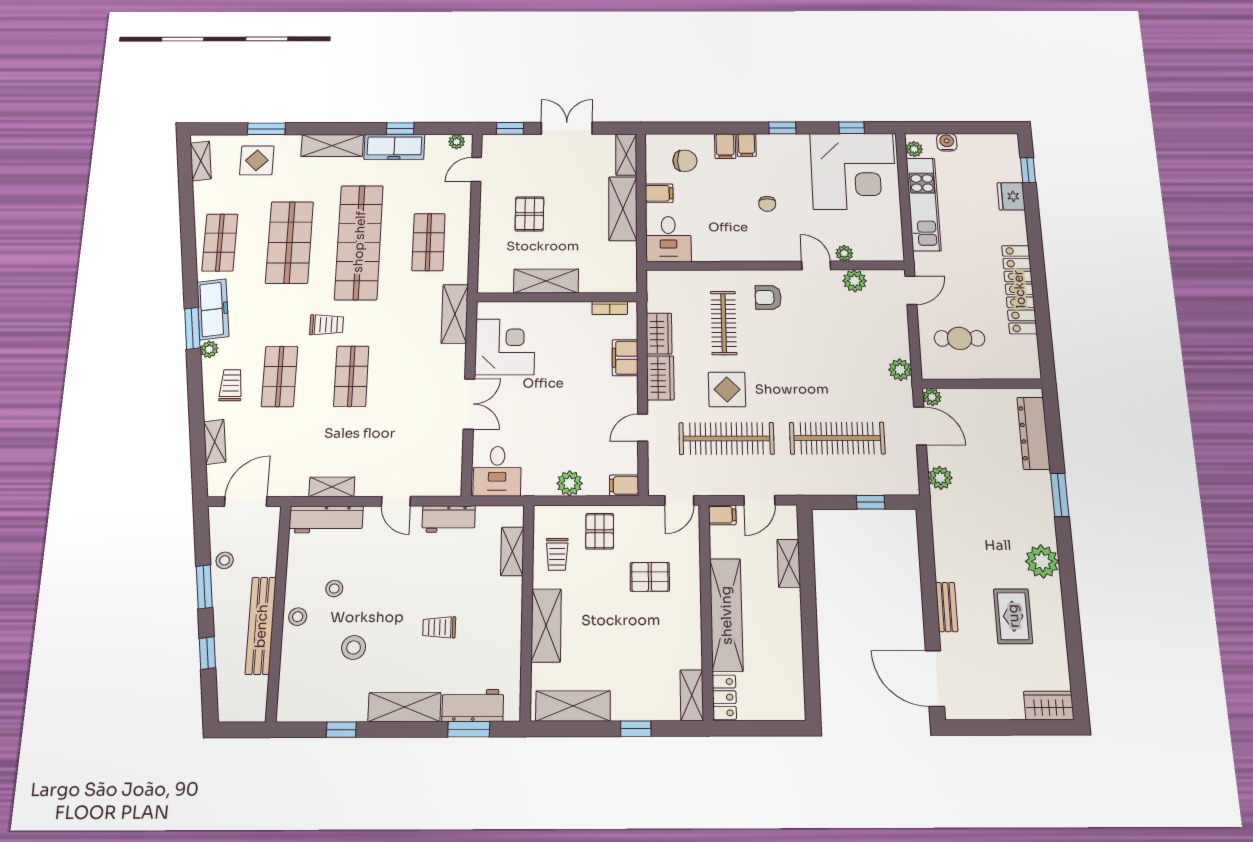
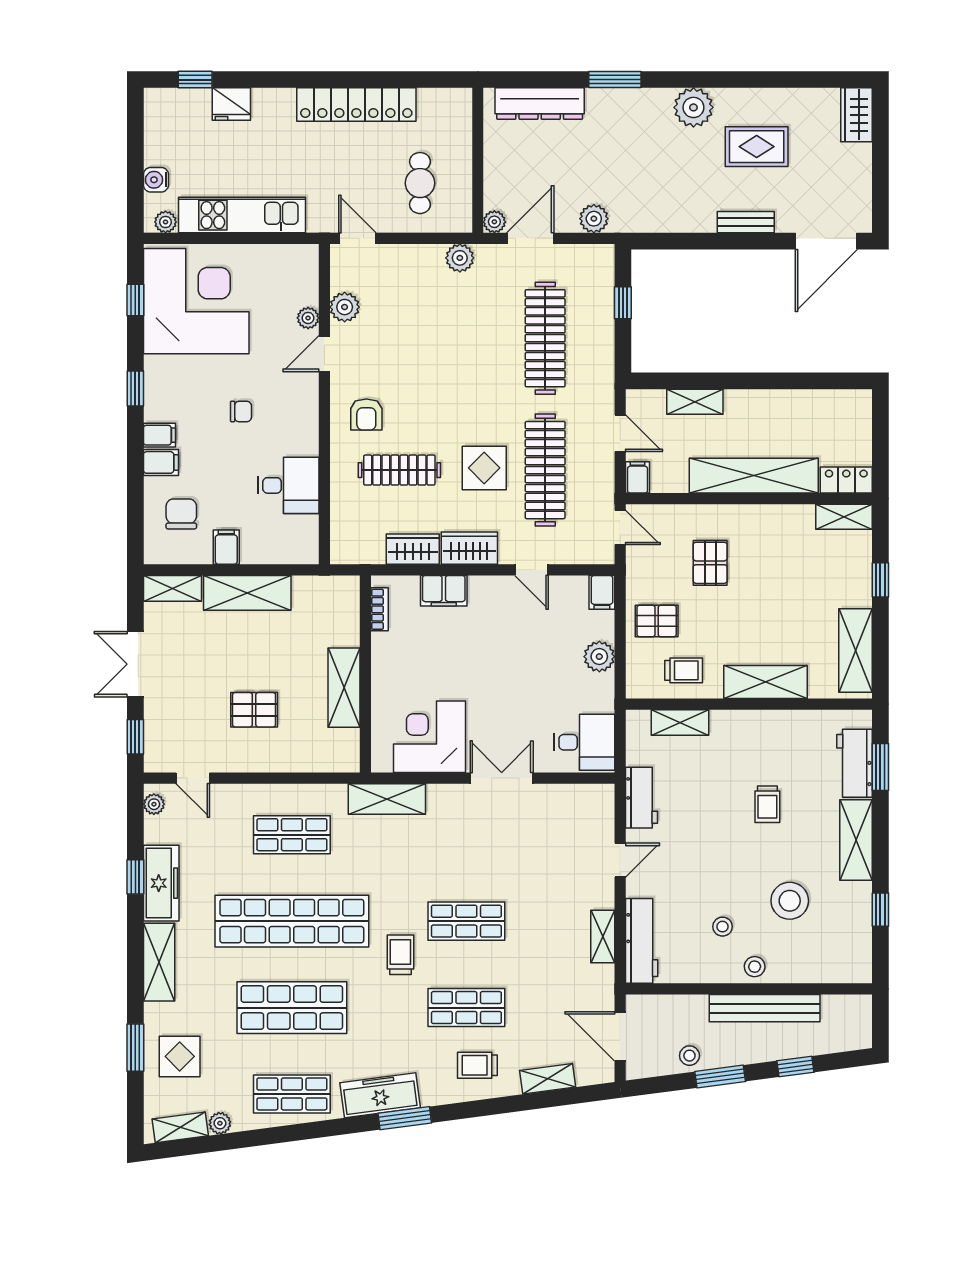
desk: (668, 239) -> (288, 485), moved
plant: (209, 349) -> (220, 1123), moved
stool: (354, 647) -> (790, 901), width x1.38, depth x1.38

